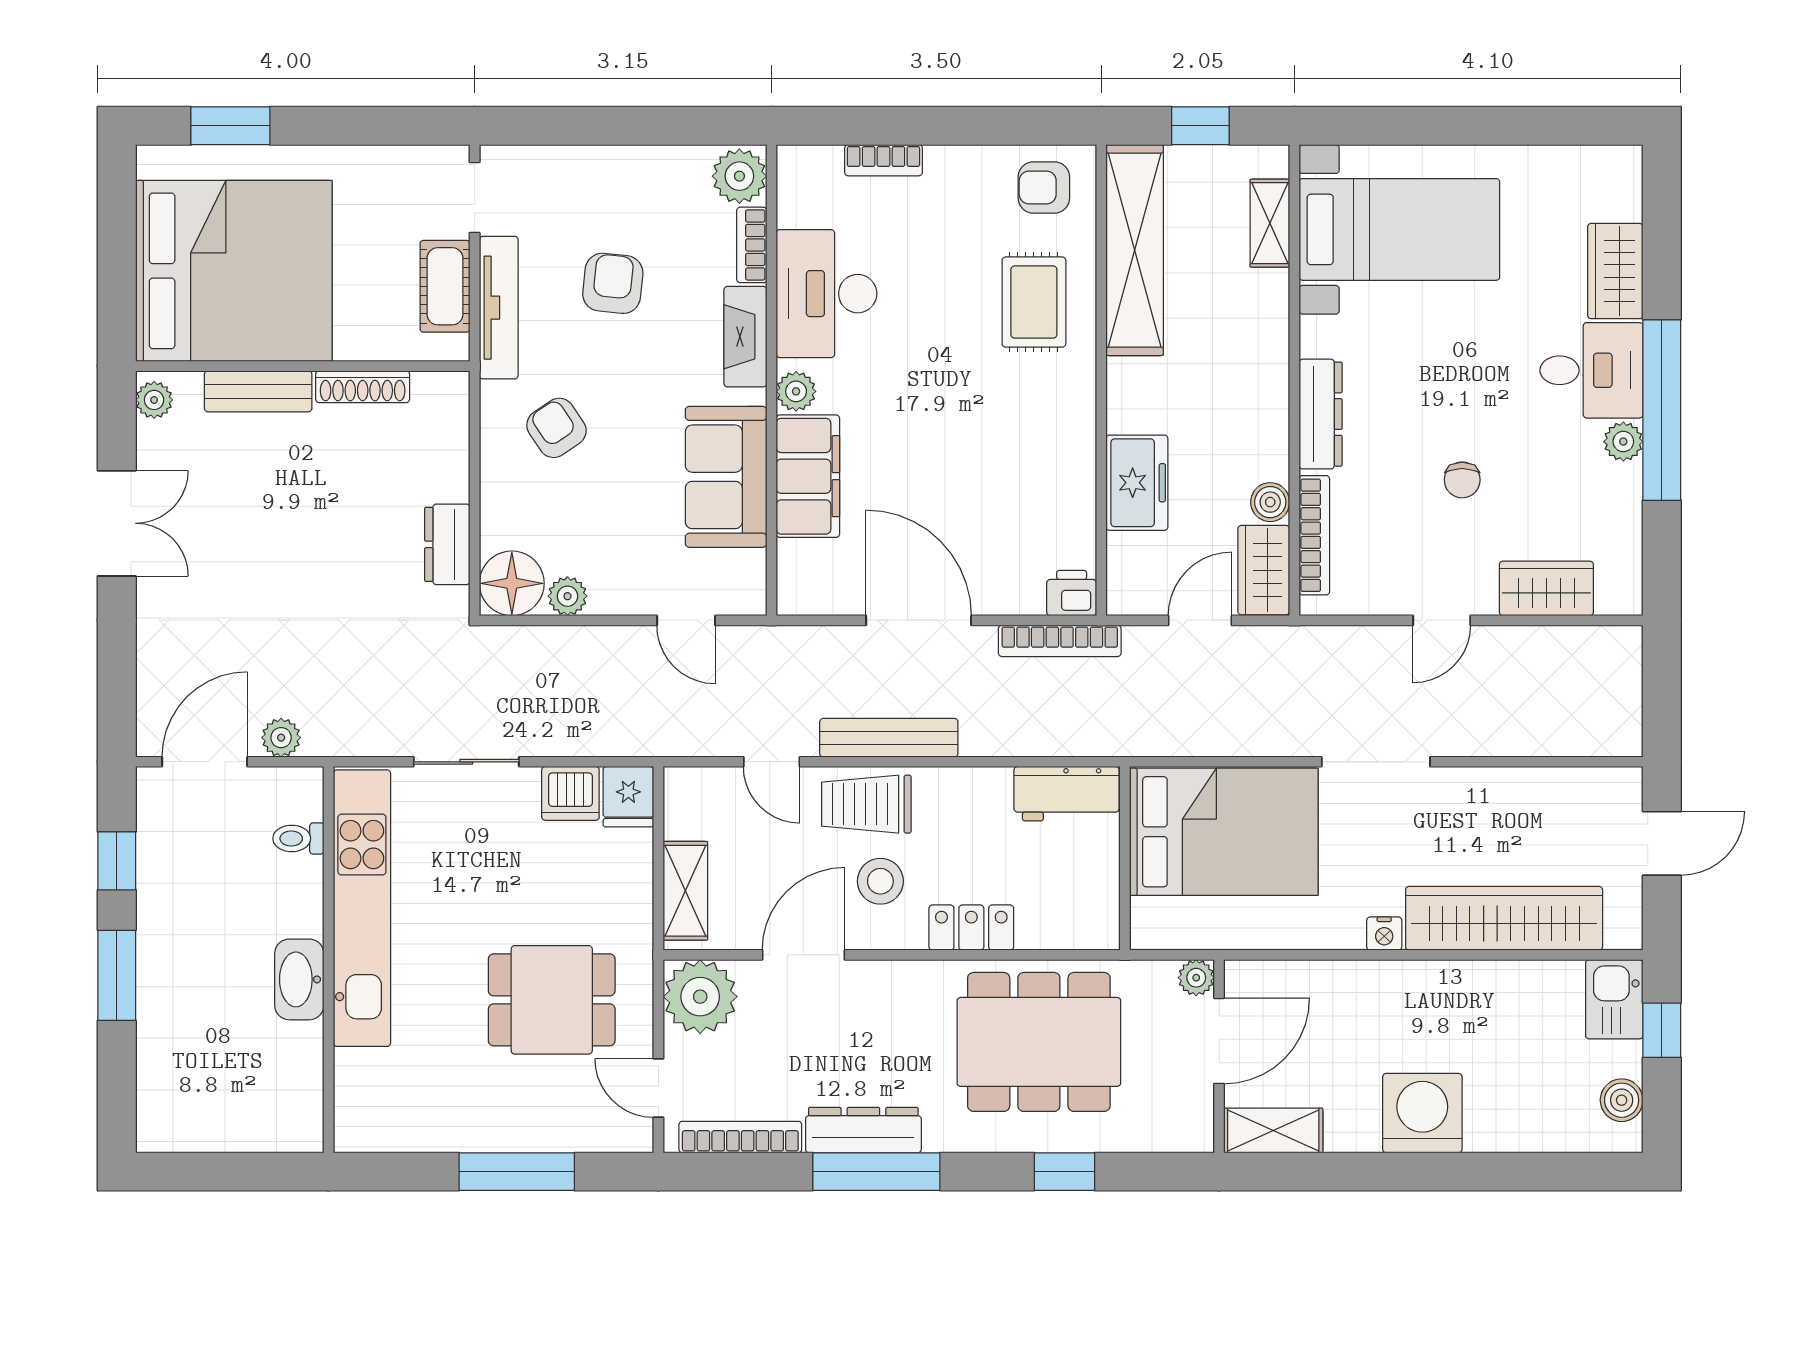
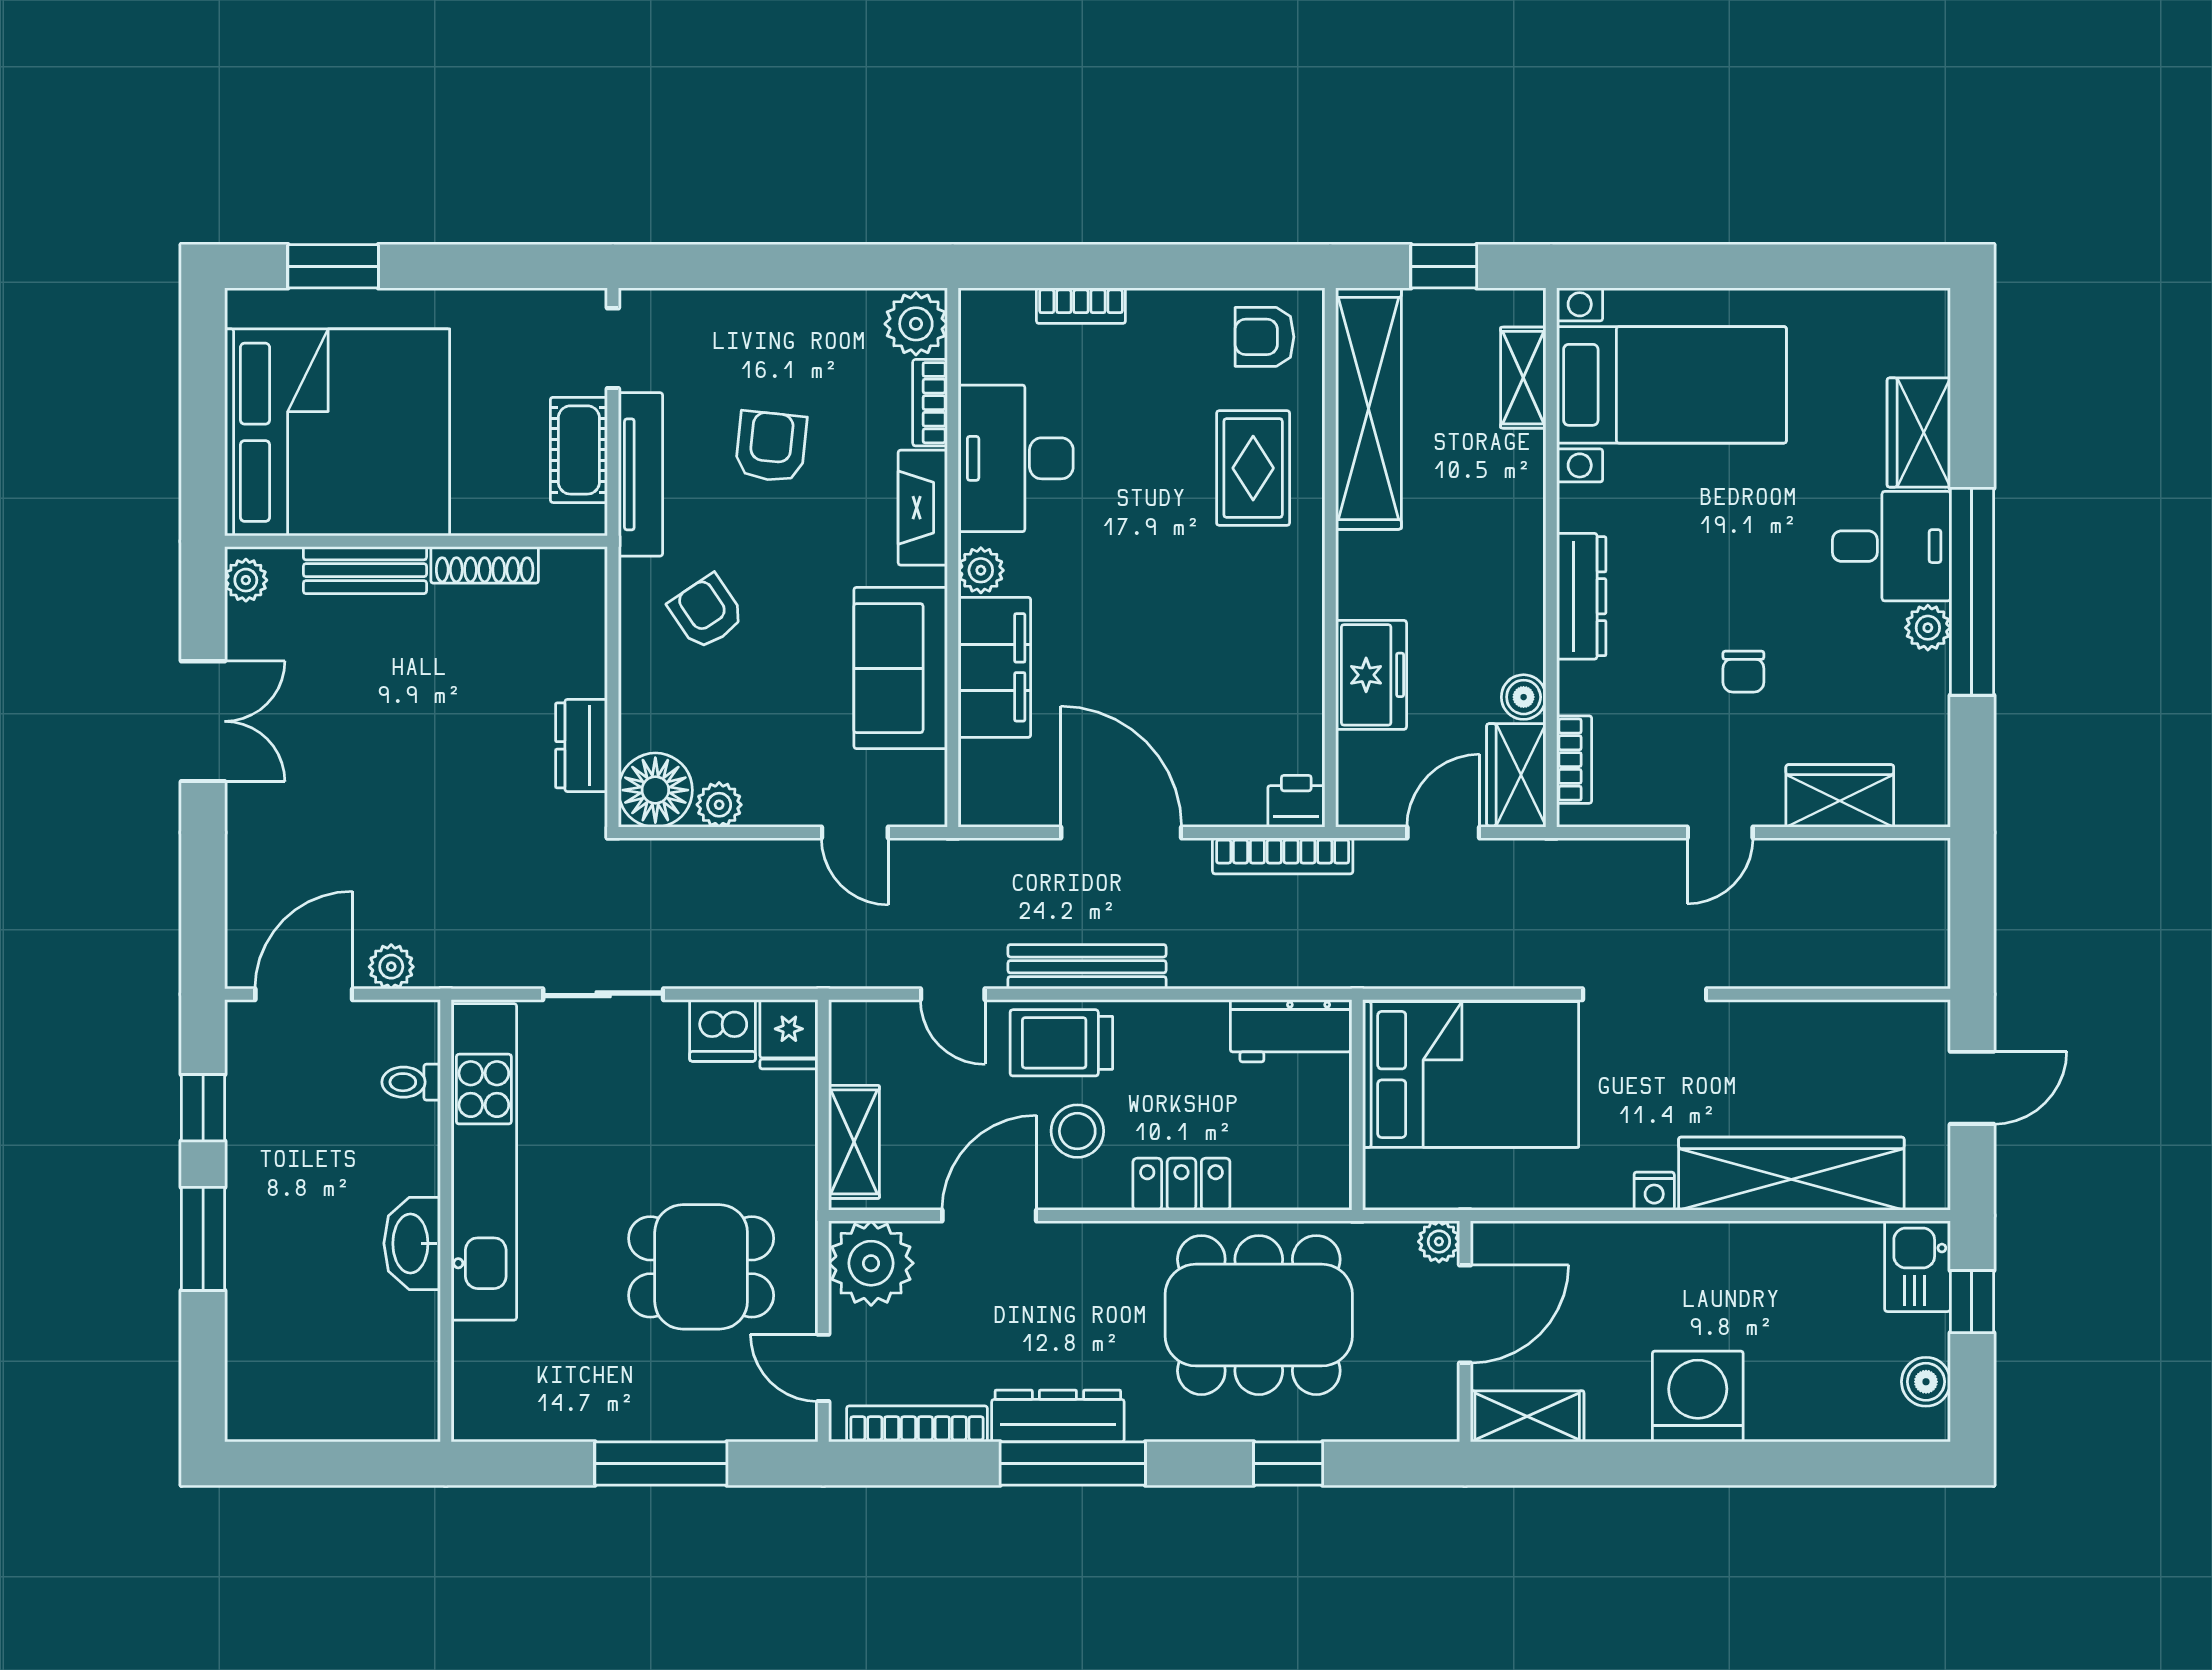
bookcase: (1314, 535) -> (1574, 760), width x0.64

